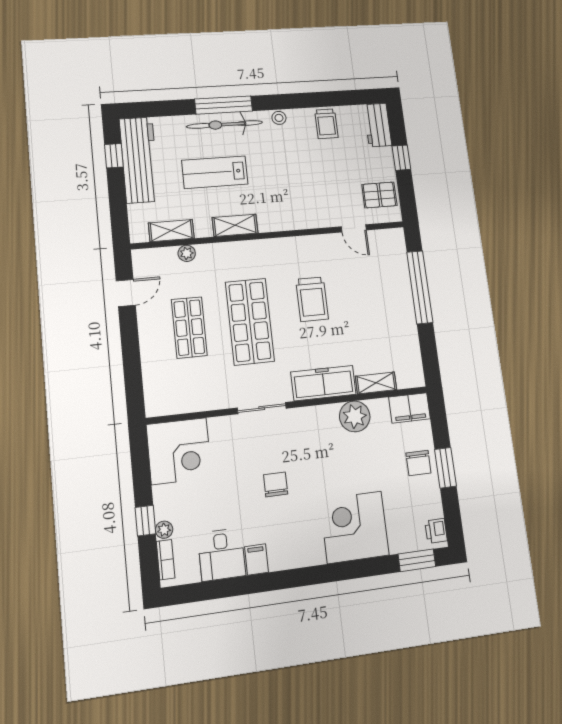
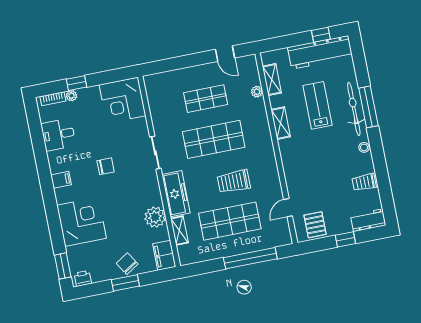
shop shelf: (367, 310) -> (230, 221), added
chair: (418, 463) -> (127, 264), turned 58
filing cabinet: (256, 560) -> (61, 180), moved

